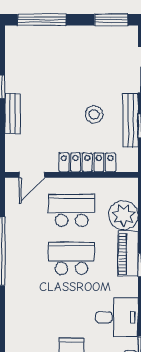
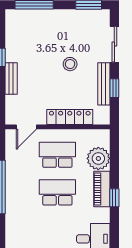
stool: (94, 114) -> (70, 64), moved

